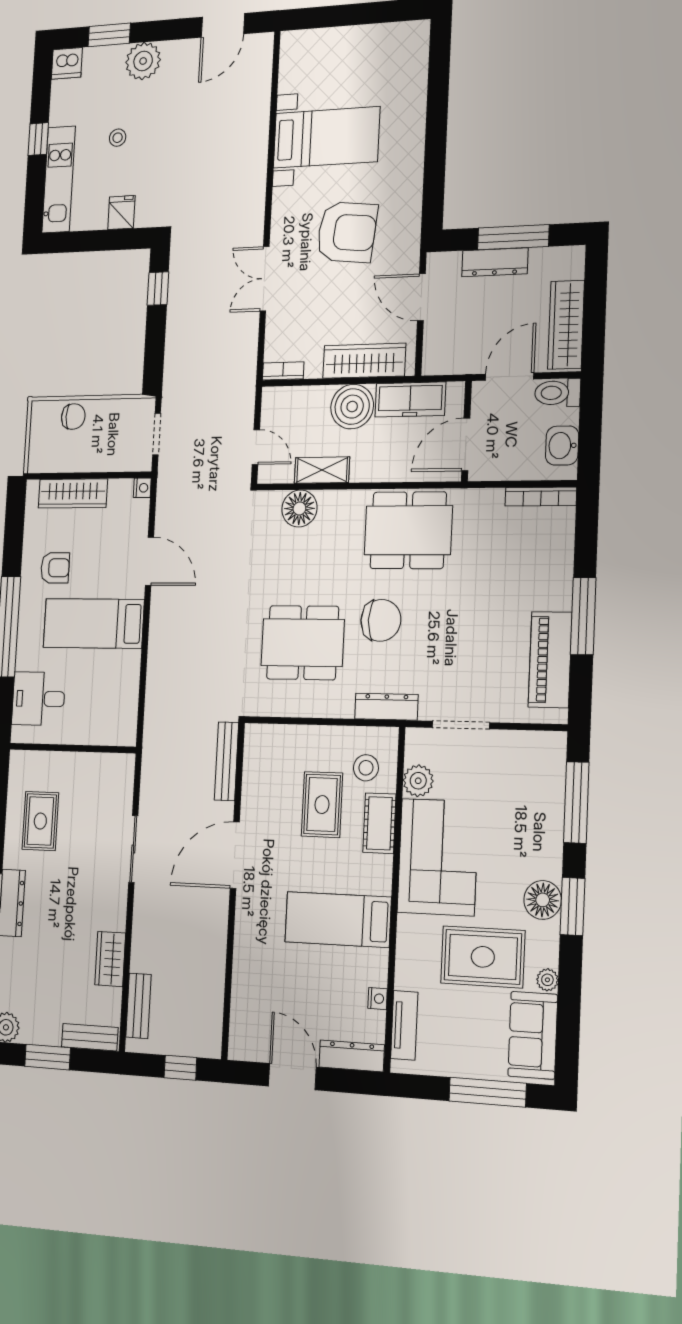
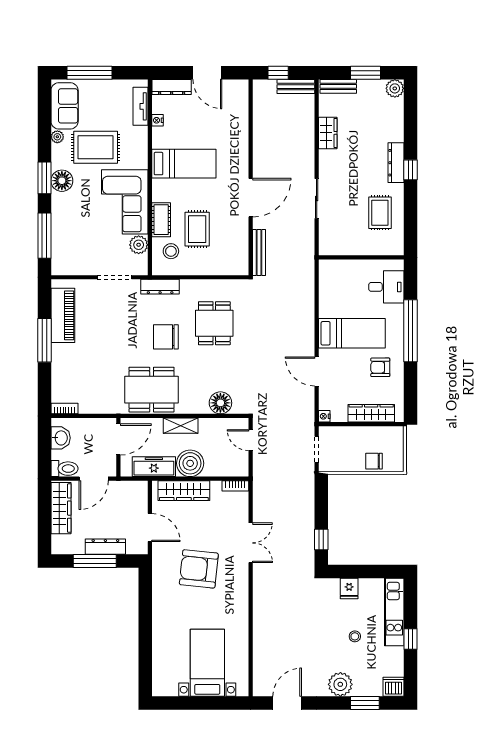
bed with nightstands: (326, 137) -> (207, 663), moved, turned 90
shelving: (322, 470) -> (181, 426), moved
bookcase: (541, 497) -> (65, 409), width x0.64
dining table: (303, 643) -> (214, 323), width x0.73
bench: (138, 1006) -> (296, 87), moved, turned 90

